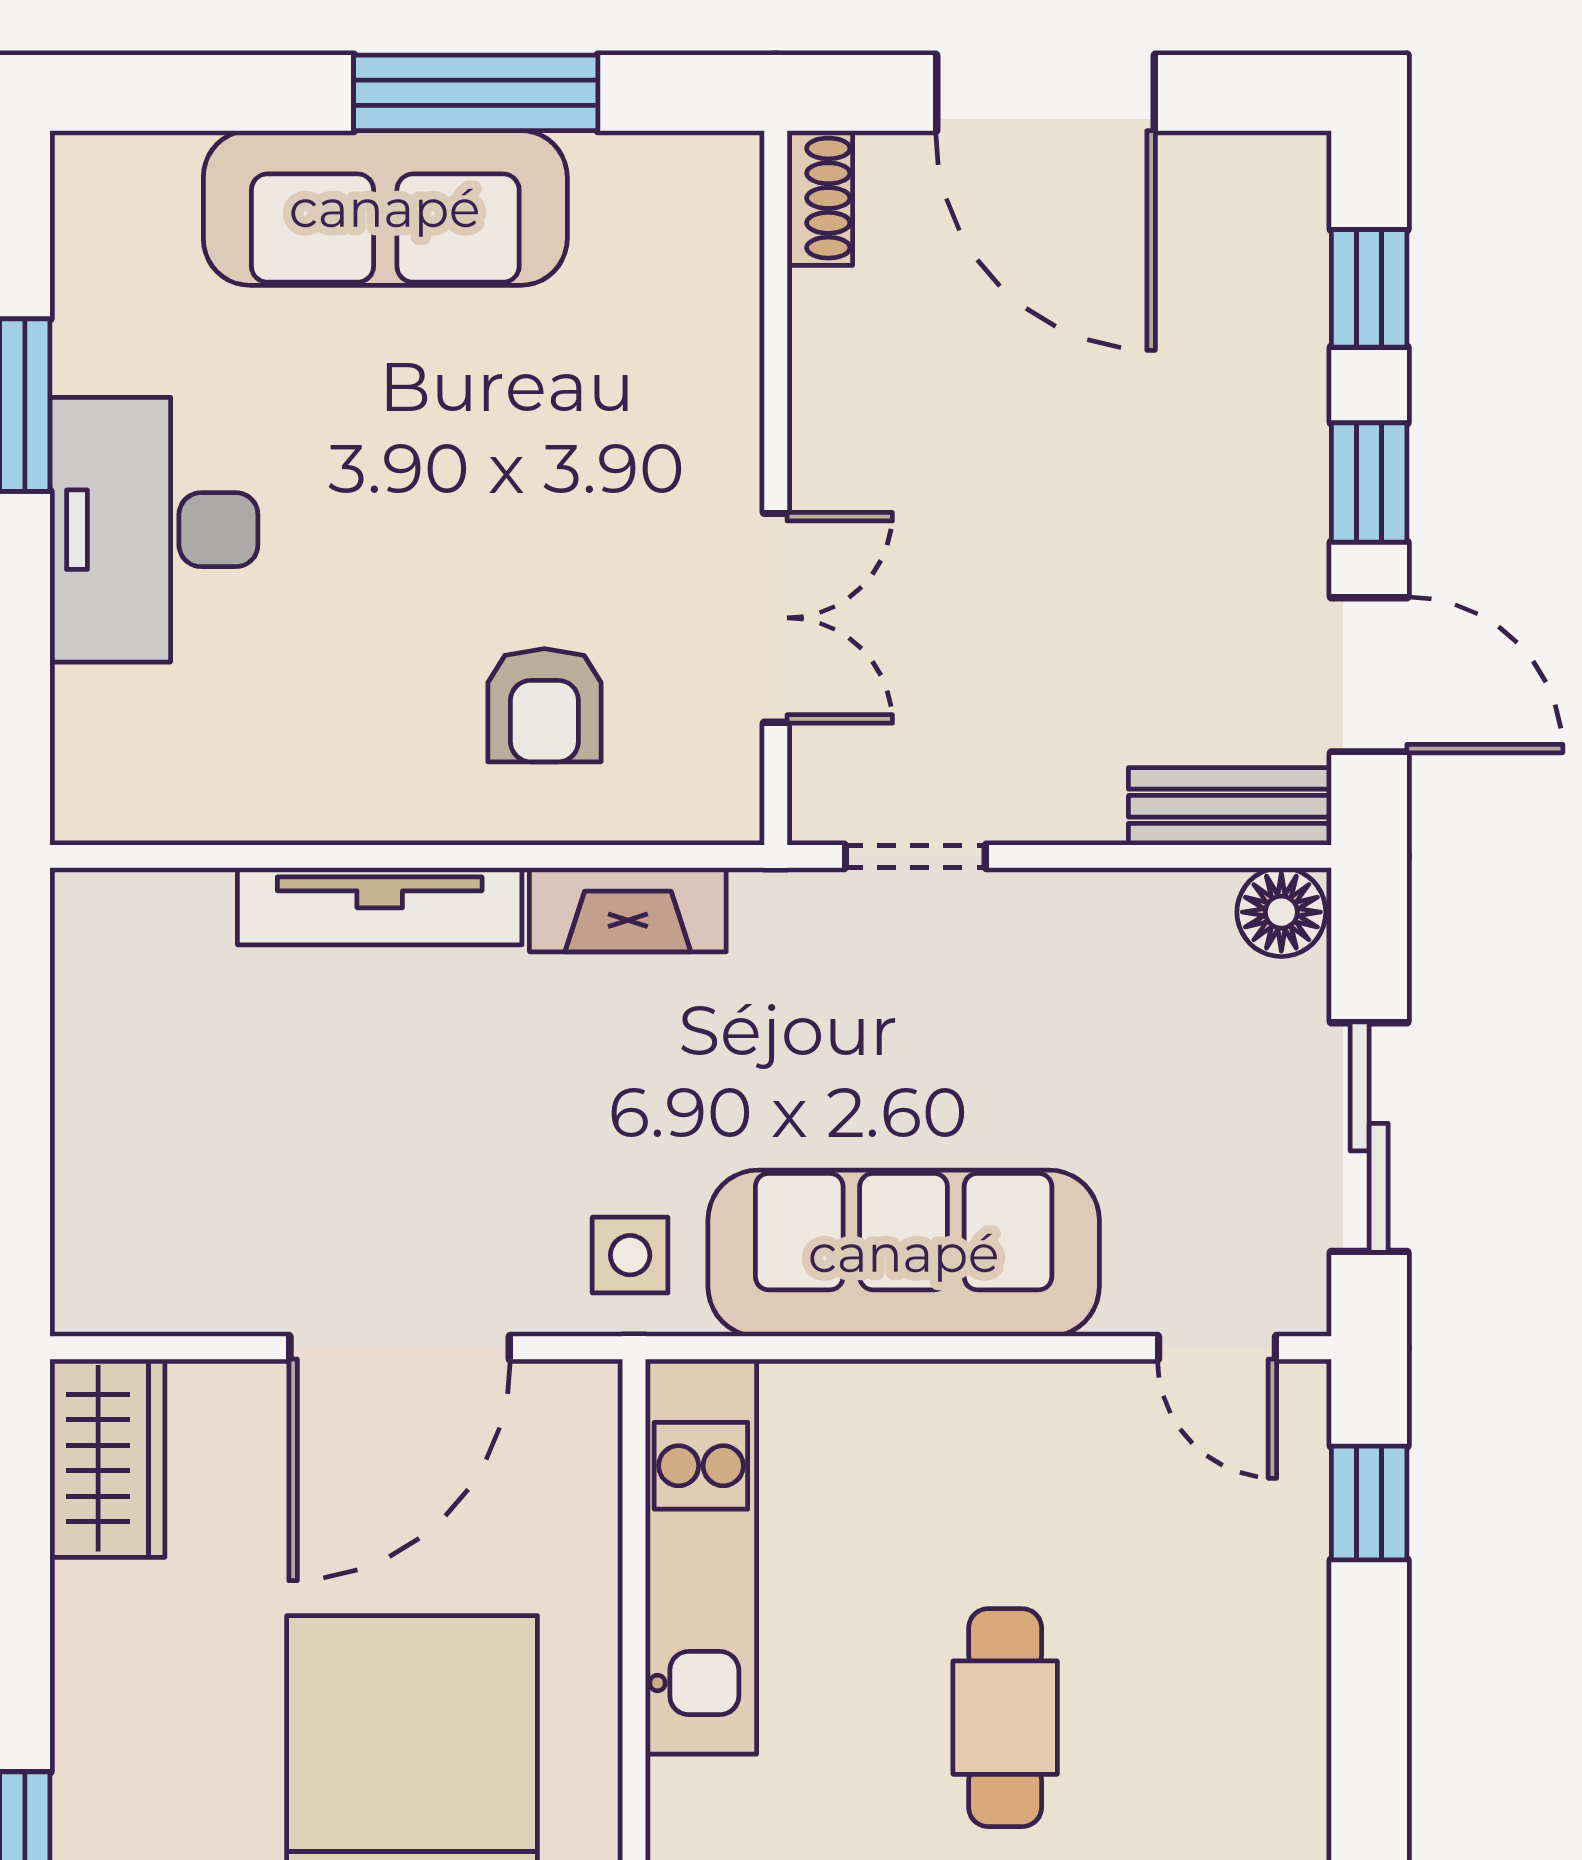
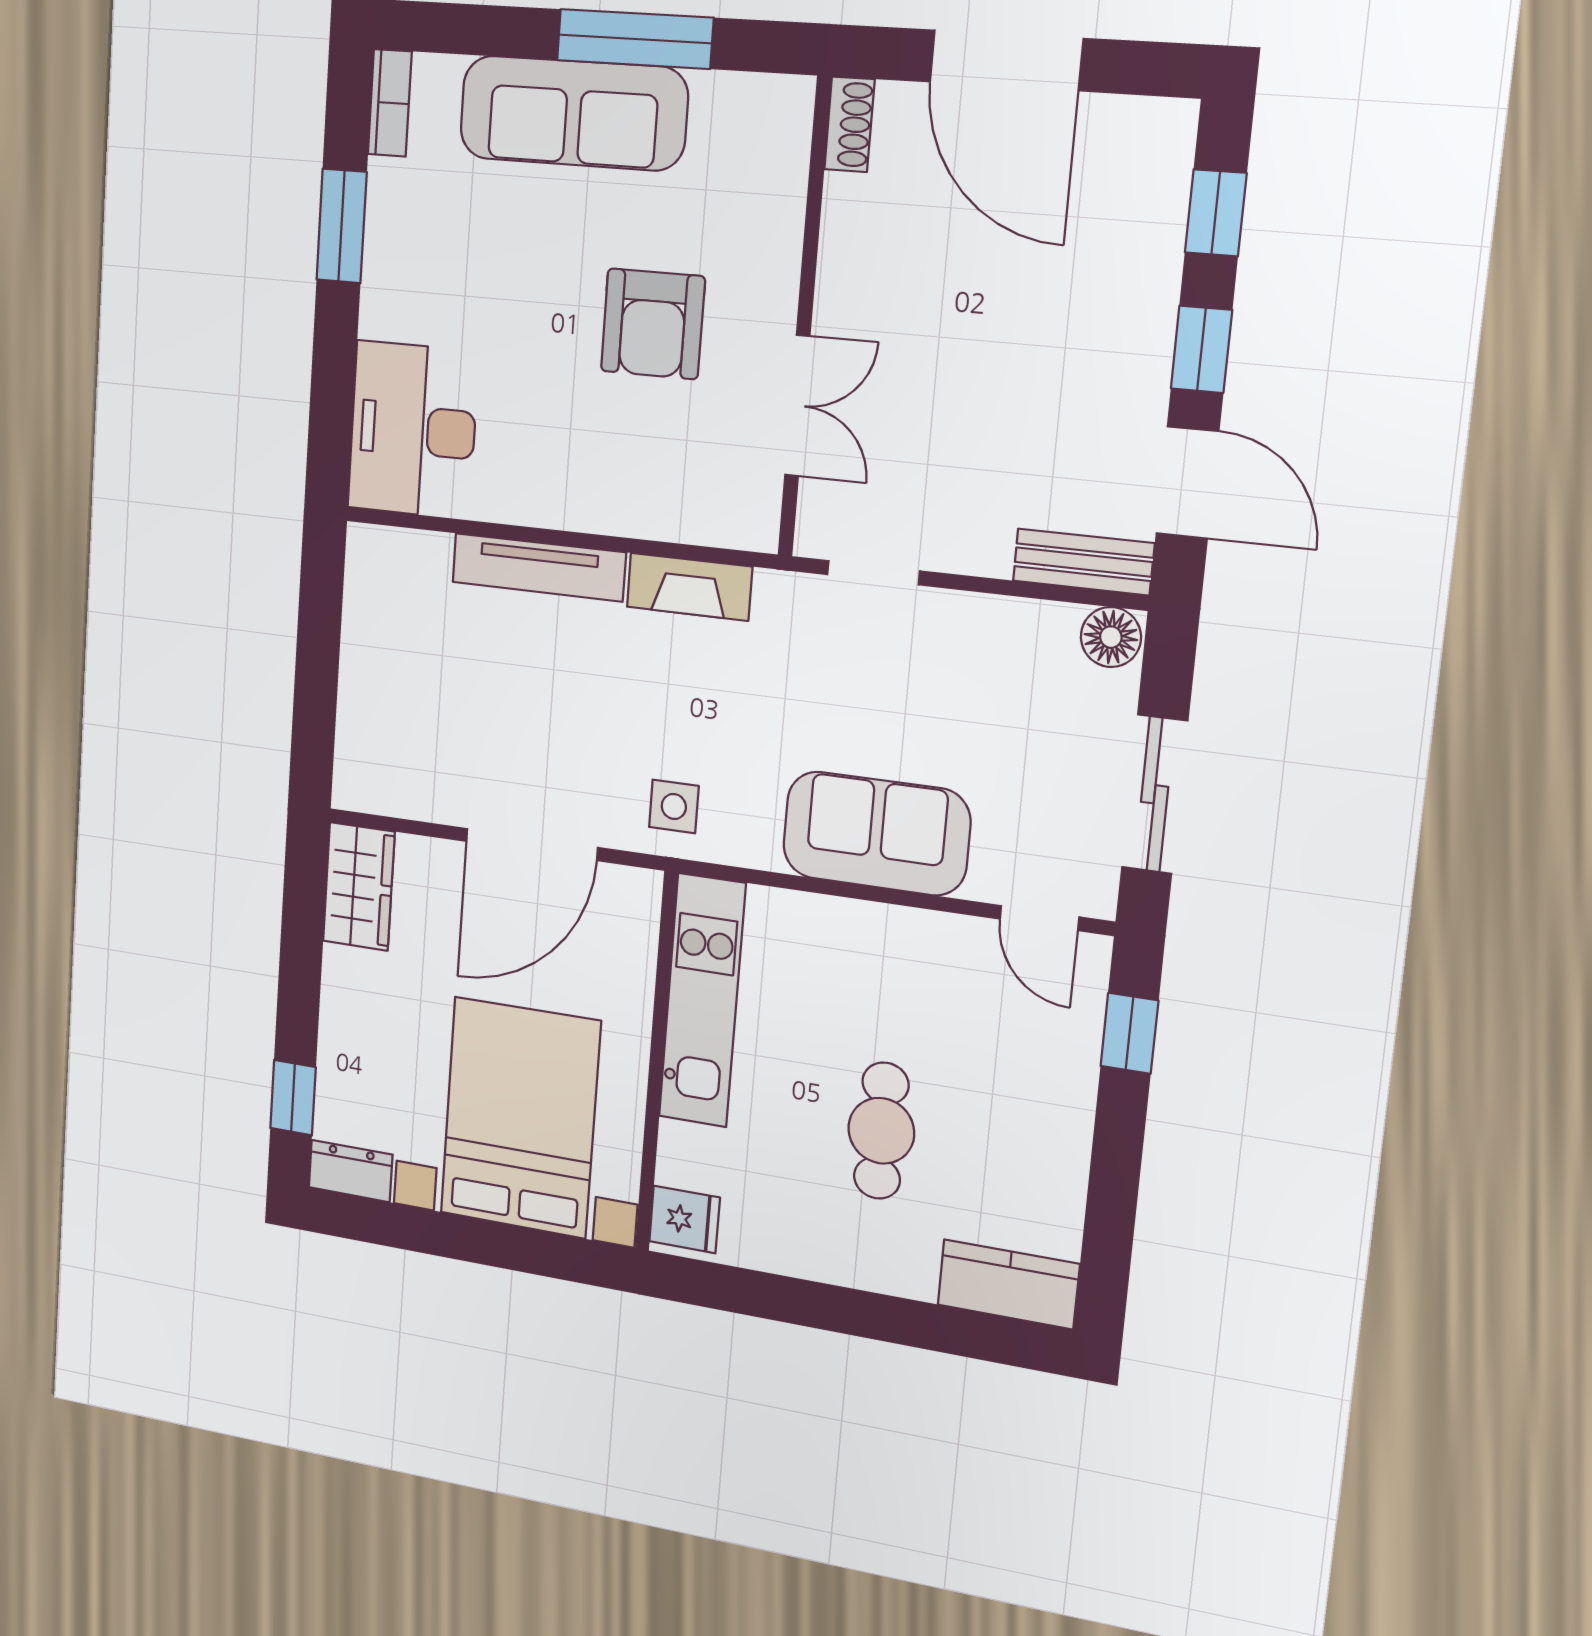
bookcase: (82, 211) -> (390, 103), added
desk: (154, 530) -> (413, 430), moved
armchair: (544, 705) -> (653, 324), moved, width x1.38, depth x1.38
sofa: (904, 1253) -> (876, 833), width x0.73

